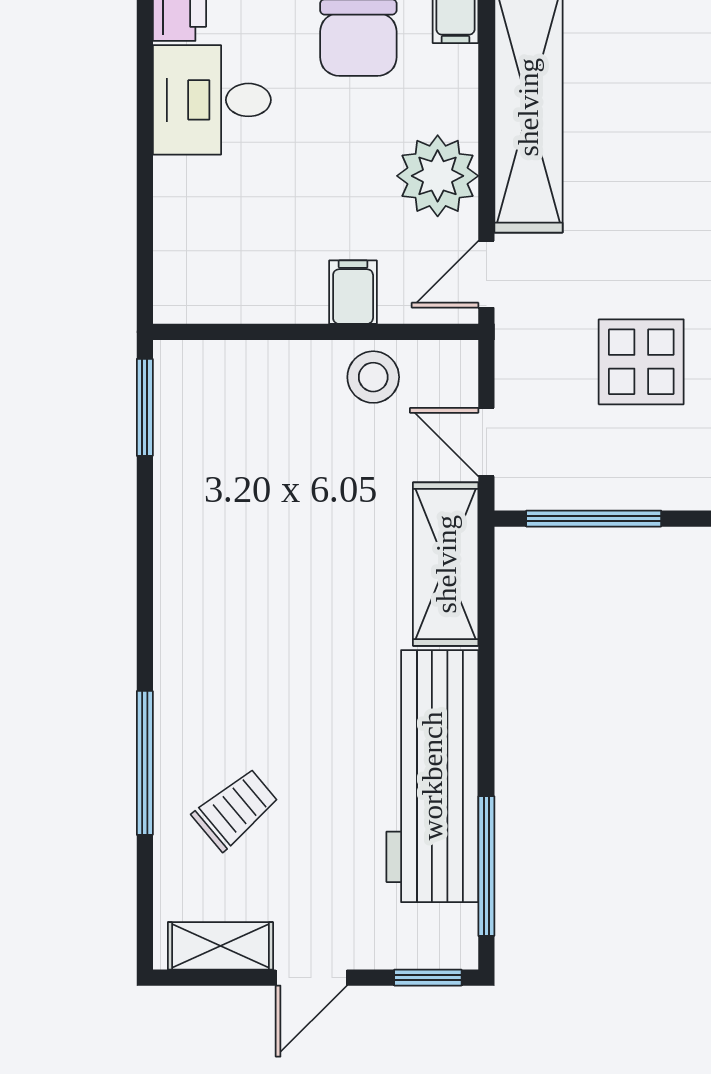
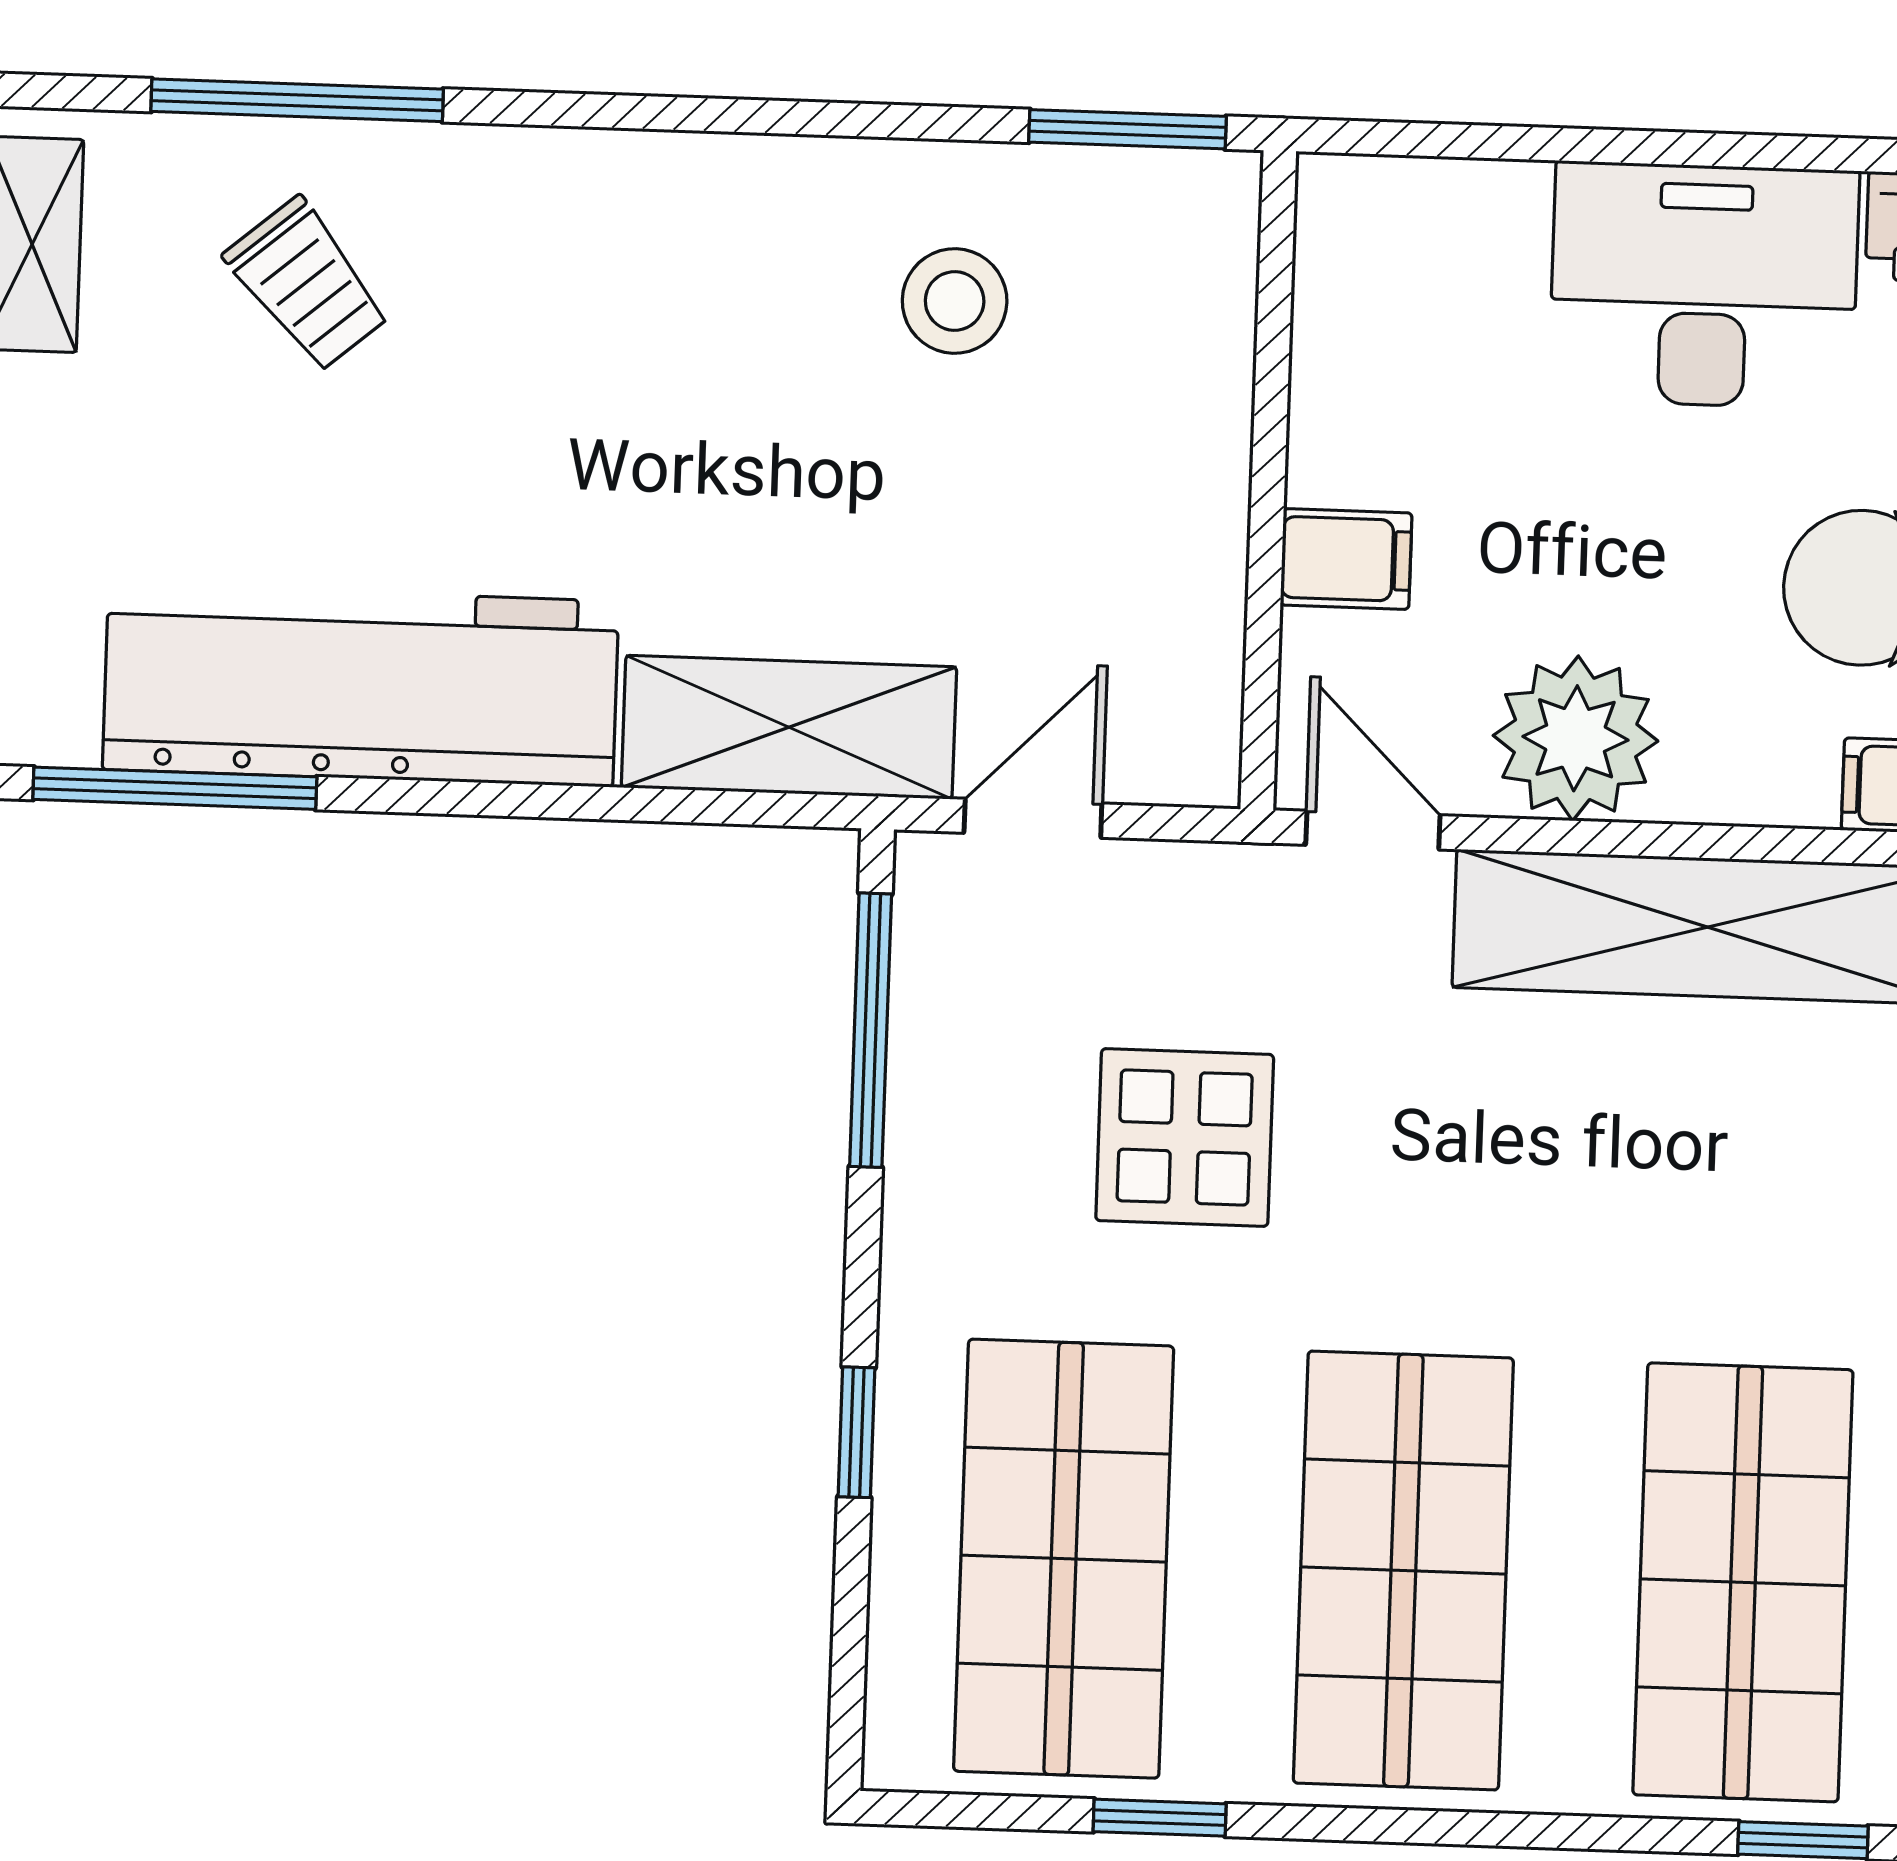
desk: (212, 100) -> (1704, 285), width x1.37
stool: (373, 377) -> (955, 301), moved
window: (145, 763) -> (297, 100), moved

